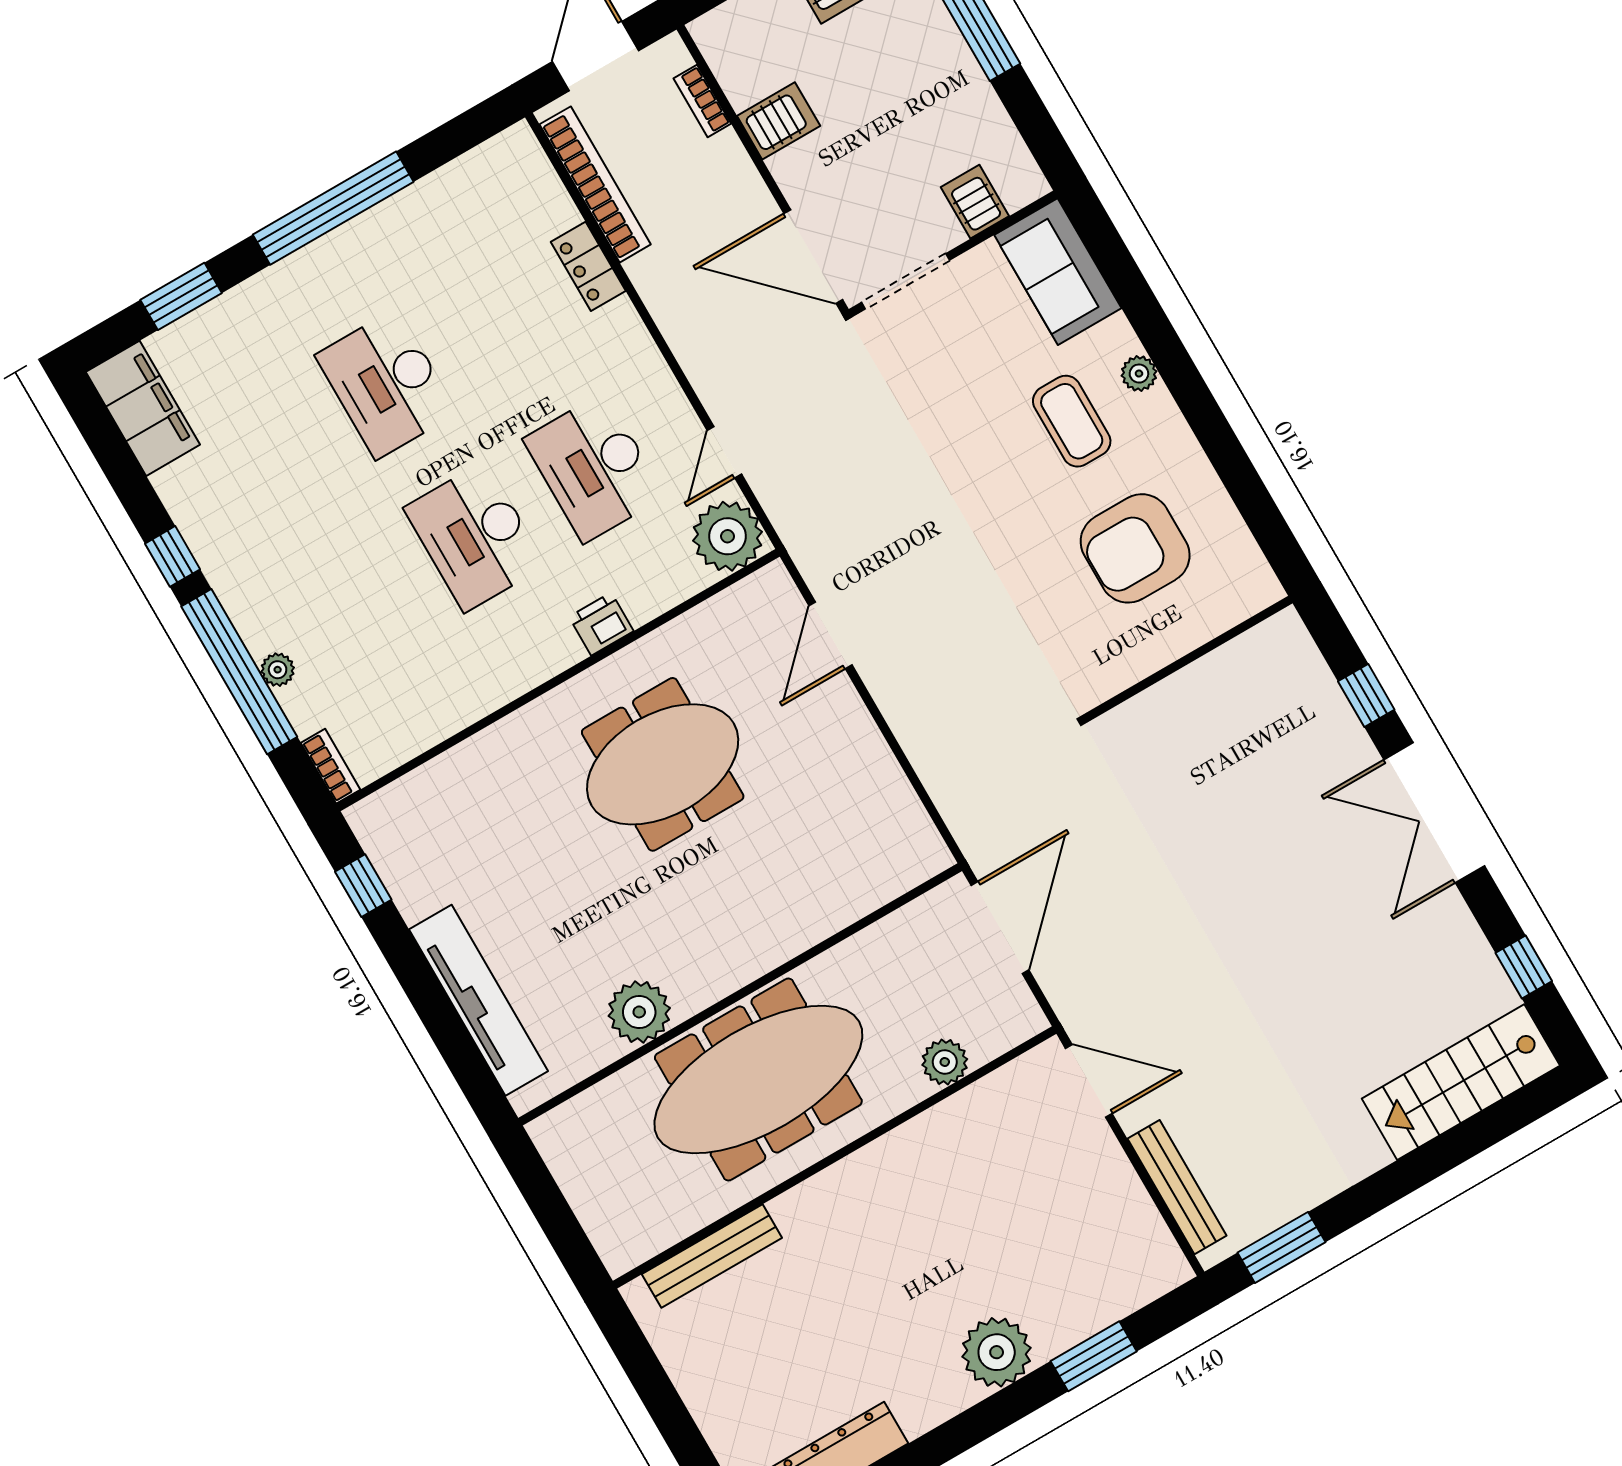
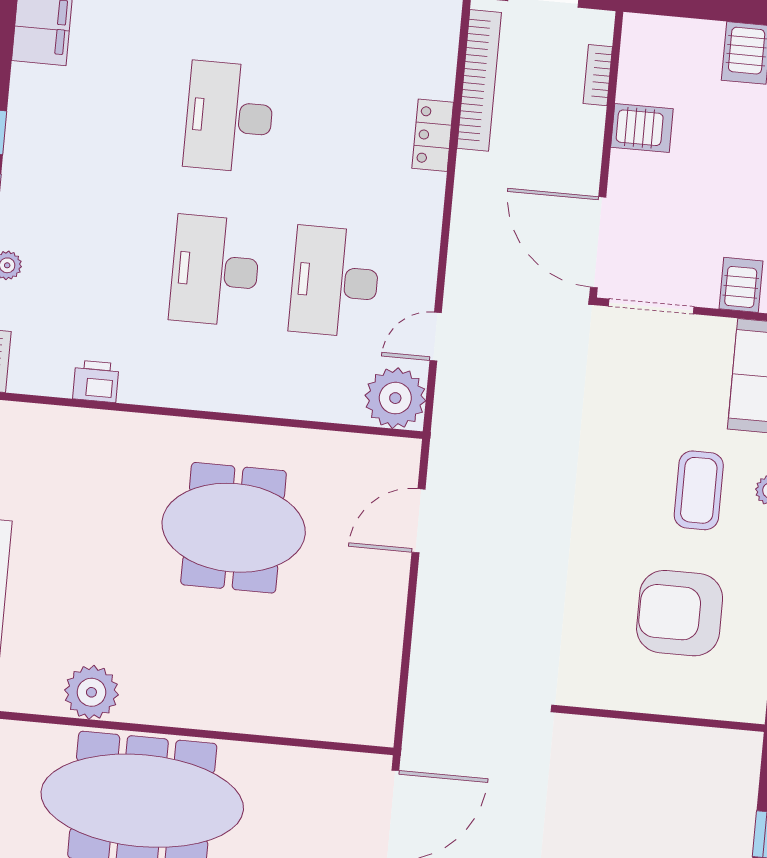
printer: (601, 624) -> (96, 381), moved

